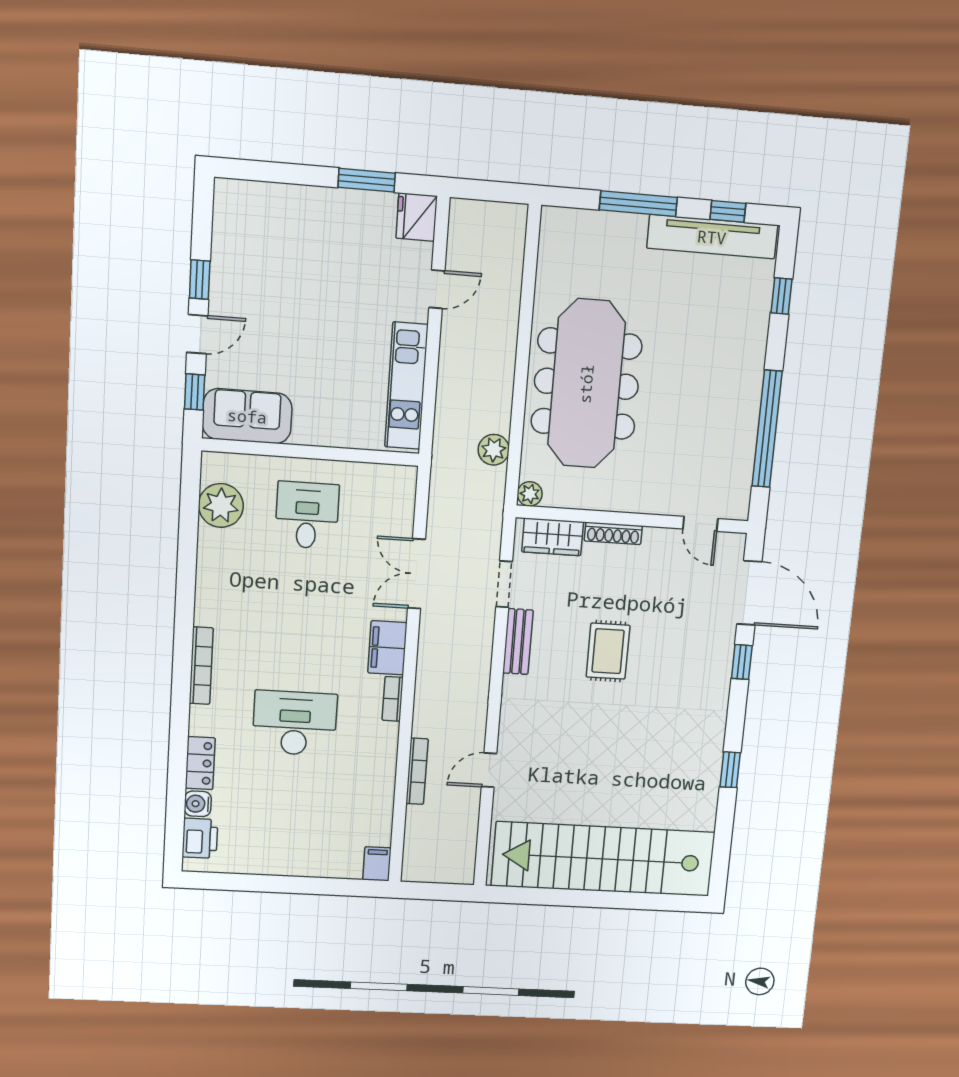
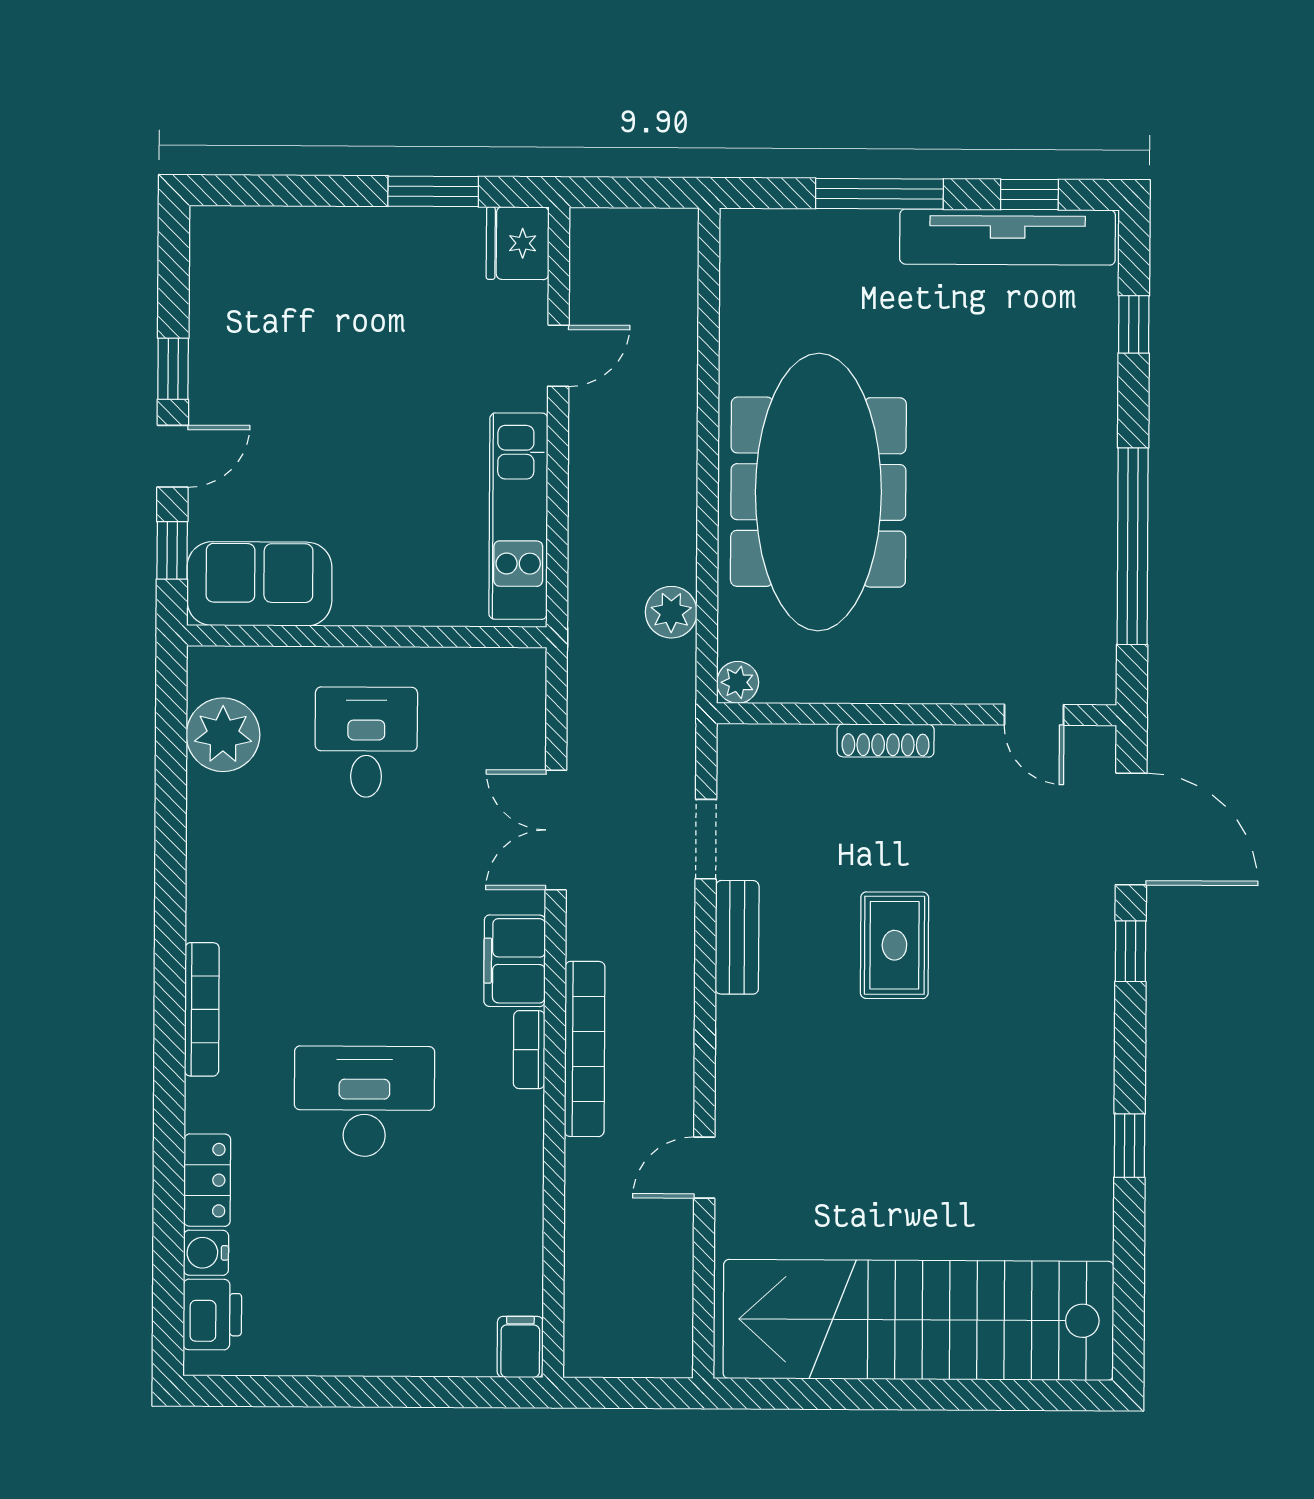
wardrobe: (553, 537) -> (782, 753), removed
bookcase: (417, 771) -> (585, 1049), moved, width x1.48, depth x1.31

